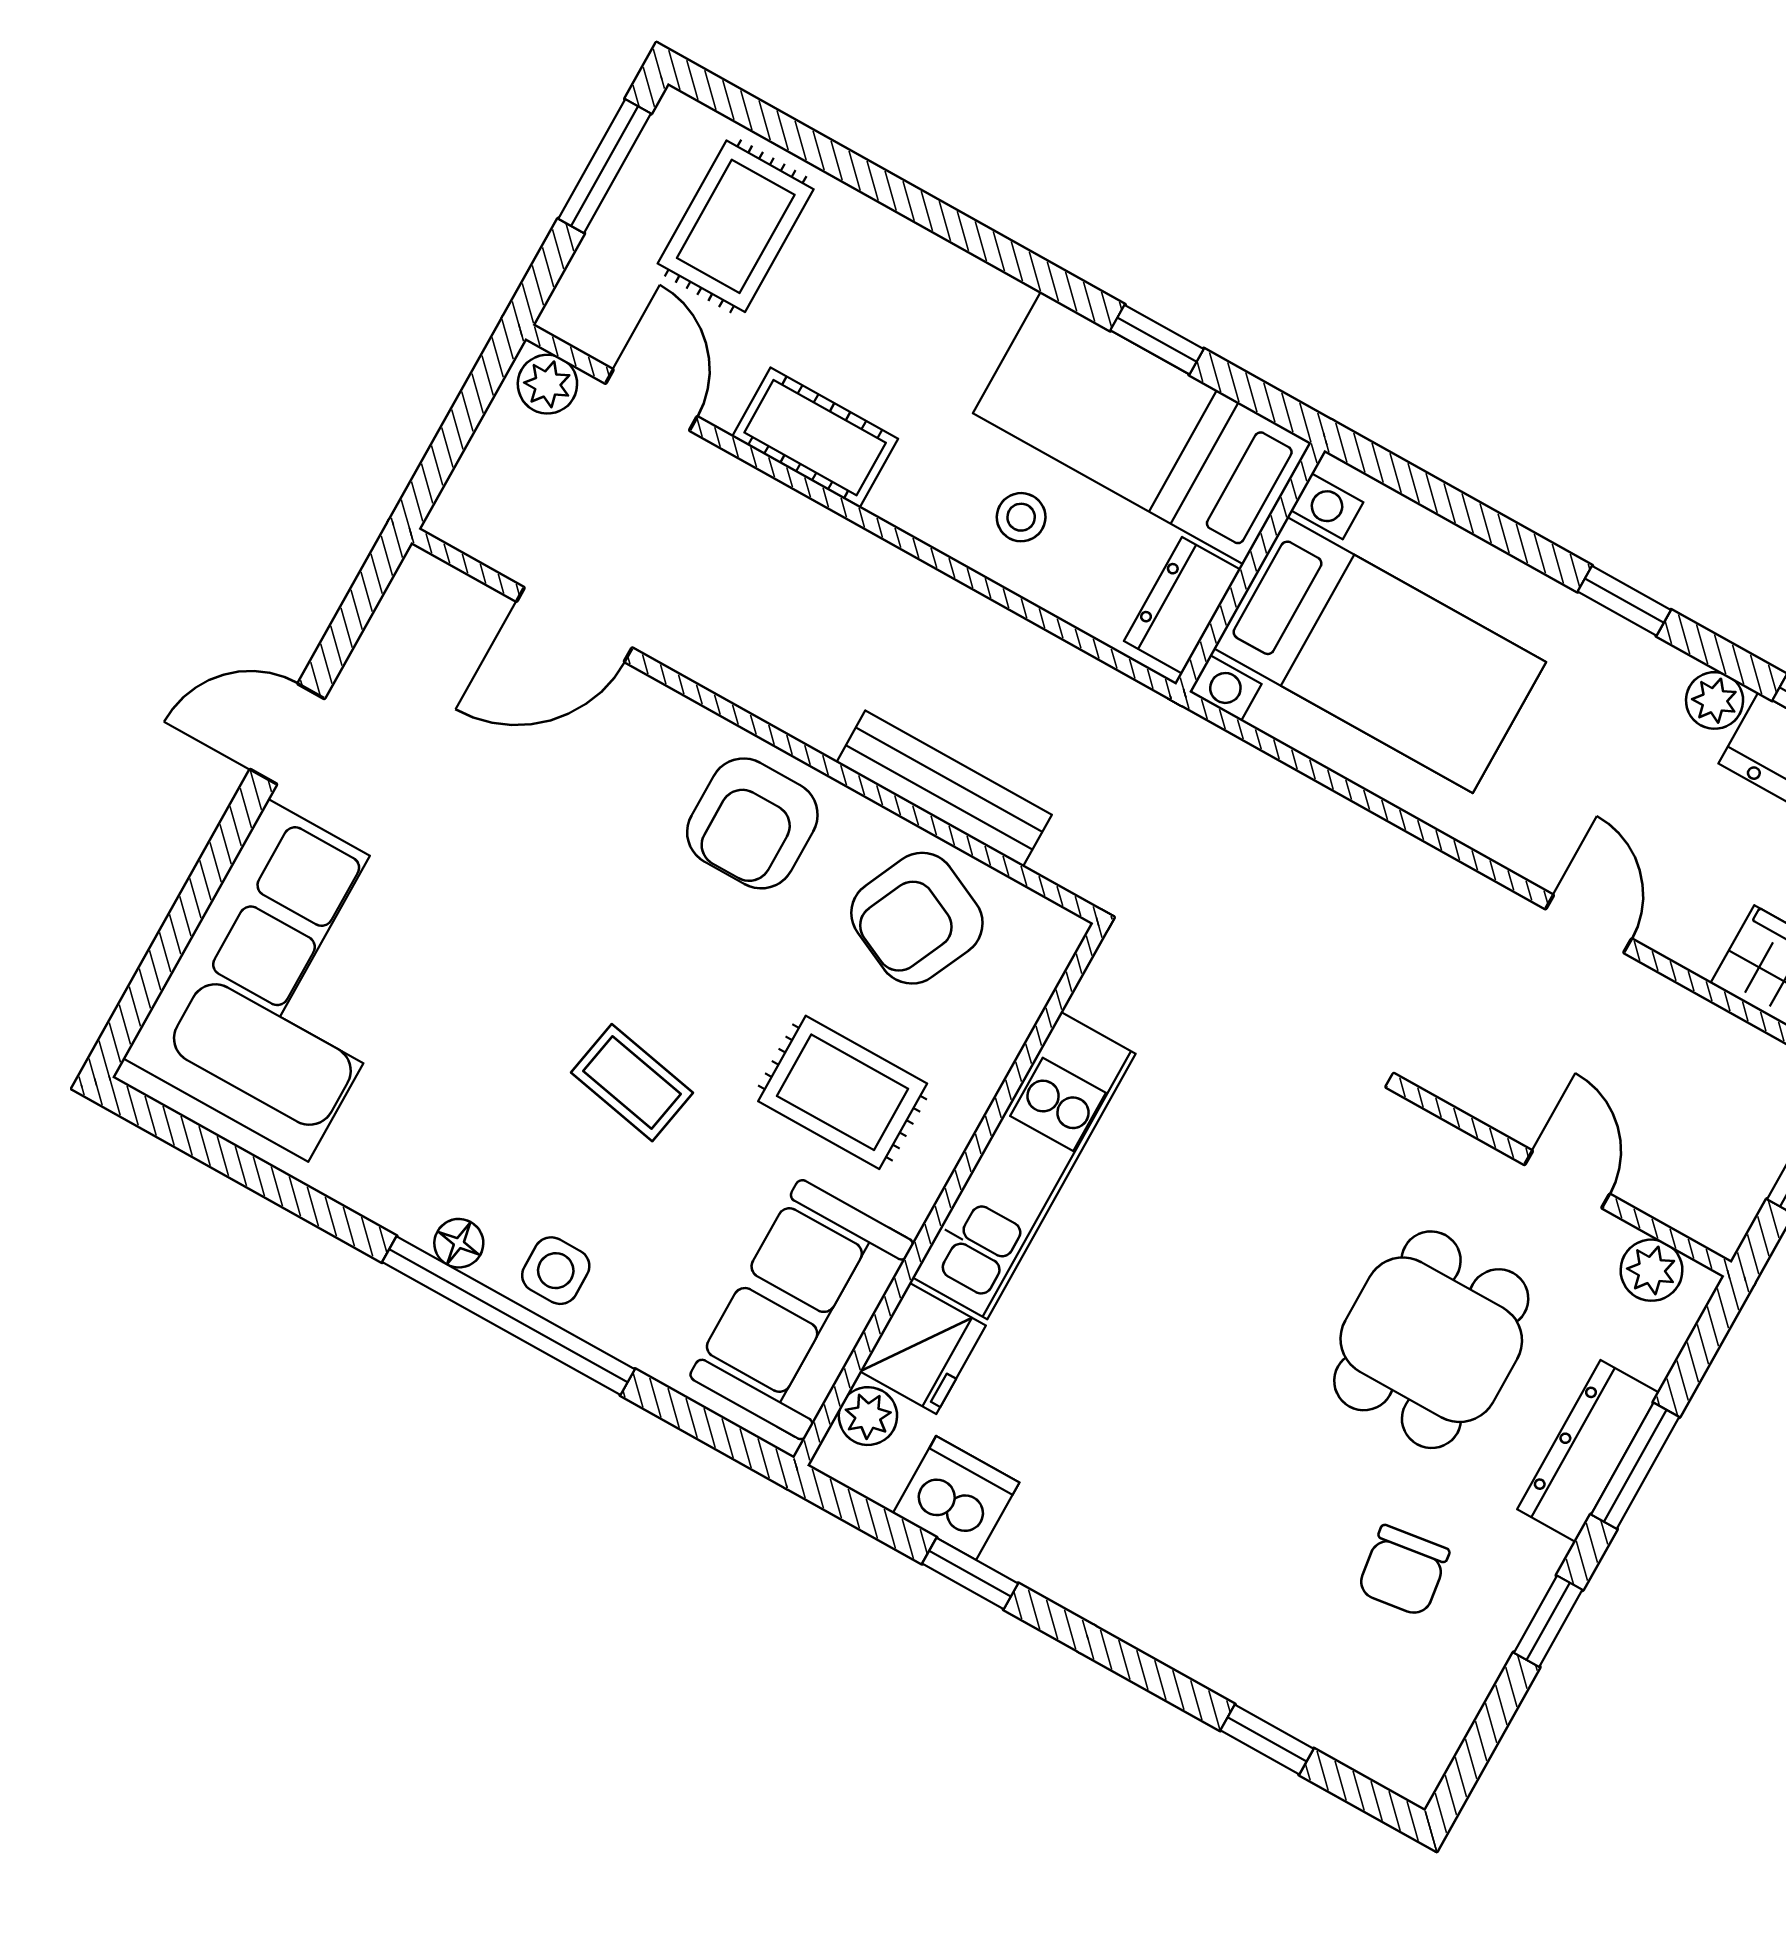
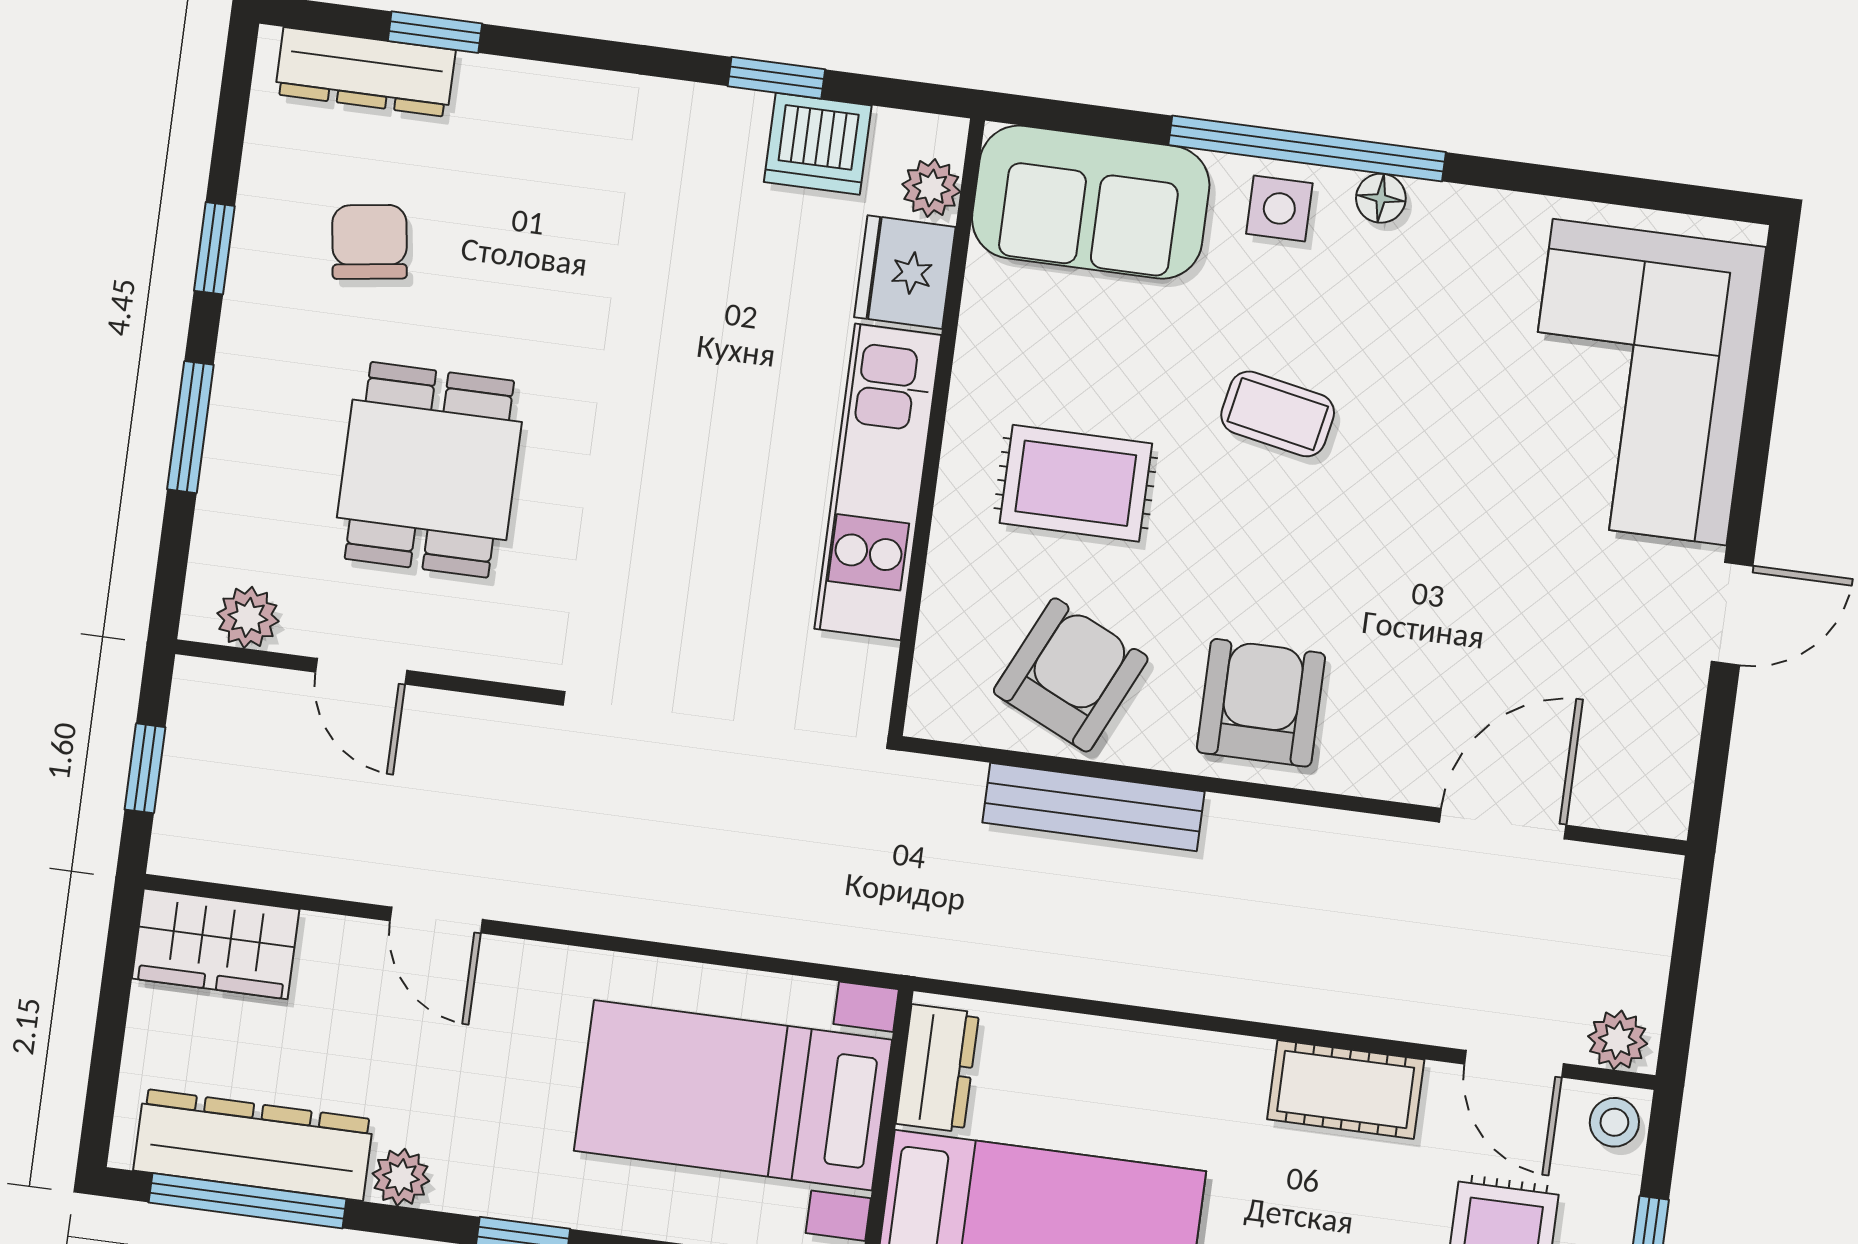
stool: (1021, 517) -> (1614, 1122), moved
sofa: (802, 1310) -> (1091, 202), moved, turned 90
dresser: (1588, 1451) -> (365, 72), moved, turned 90

